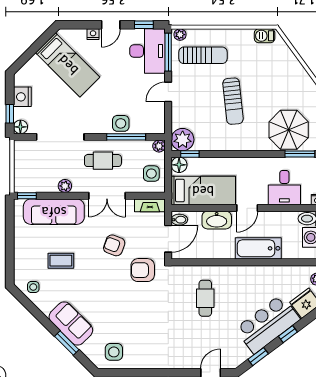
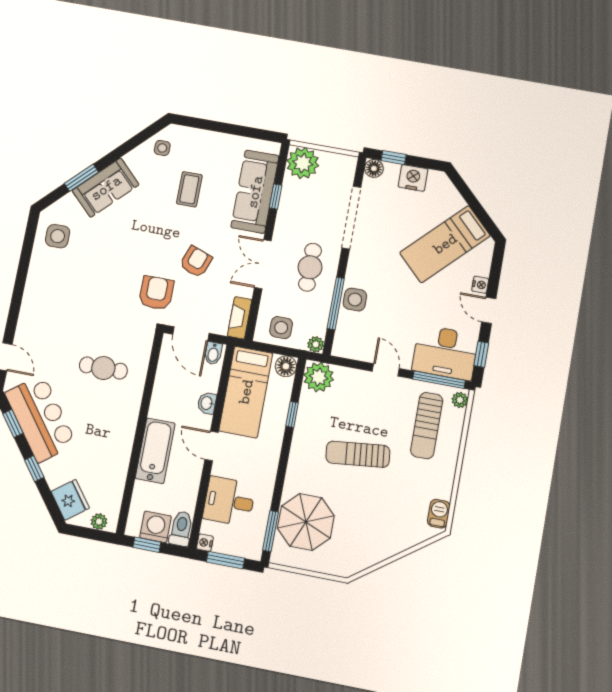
window: (190, 154) -> (292, 414), moved
plant: (65, 186) -> (303, 163), moved, width x1.87, depth x1.87
window: (27, 196) -> (276, 197), moved
washbasin: (217, 220) -> (207, 403), width x0.52, depth x0.69
bar counter: (268, 324) -> (41, 418), moved

